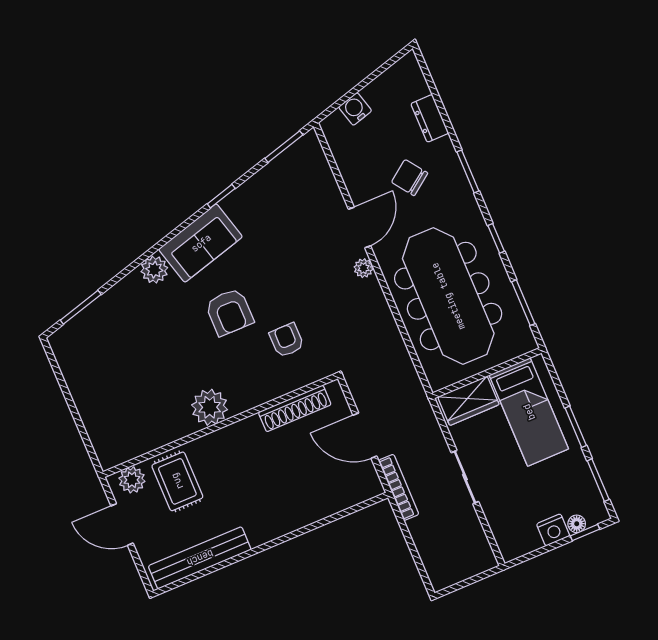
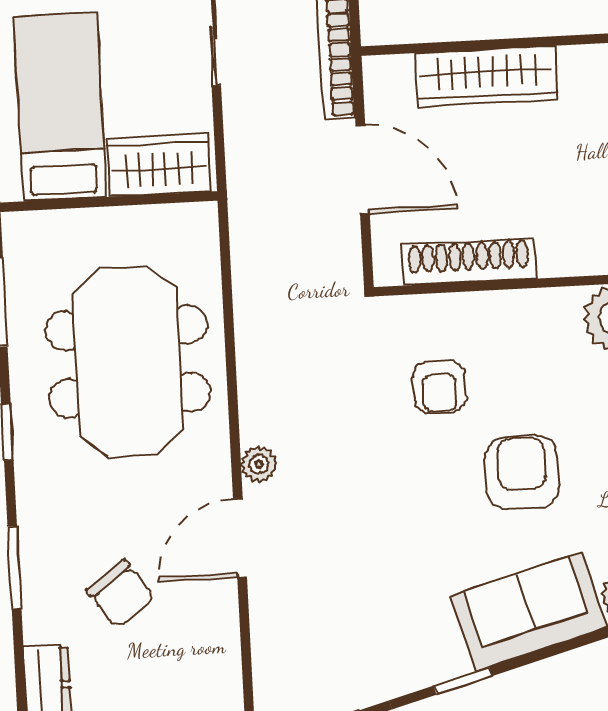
meeting table: (448, 296) -> (128, 361), width x0.73
wardrobe: (319, 505) -> (487, 76), added

